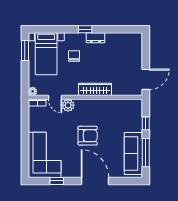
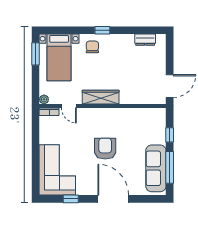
dresser: (95, 38) -> (145, 40), moved
chair: (74, 56) -> (92, 47), moved
wardrobe: (95, 89) -> (101, 97), moved
plant: (68, 105) -> (83, 115), removed
armchair: (88, 136) -> (105, 149), turned -90

